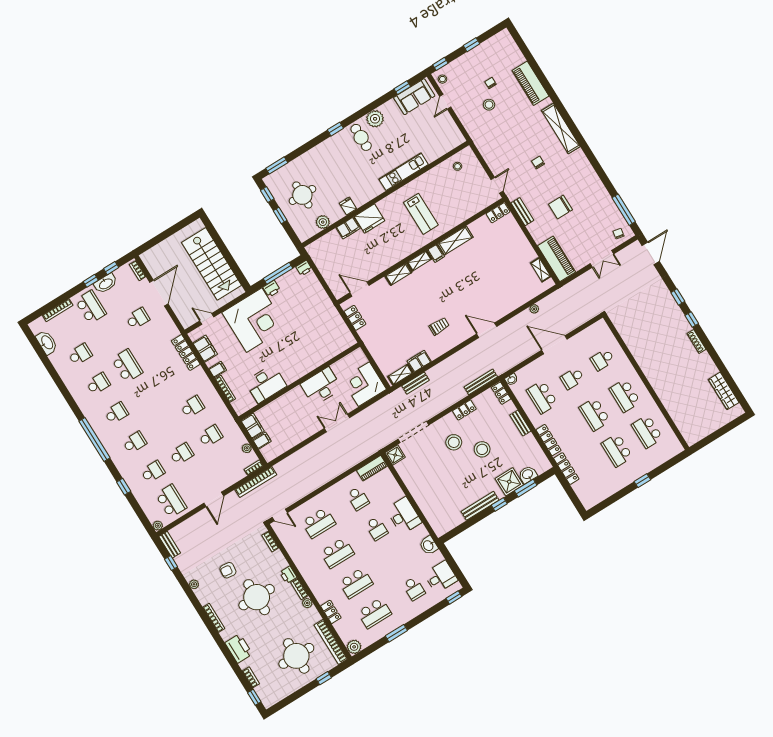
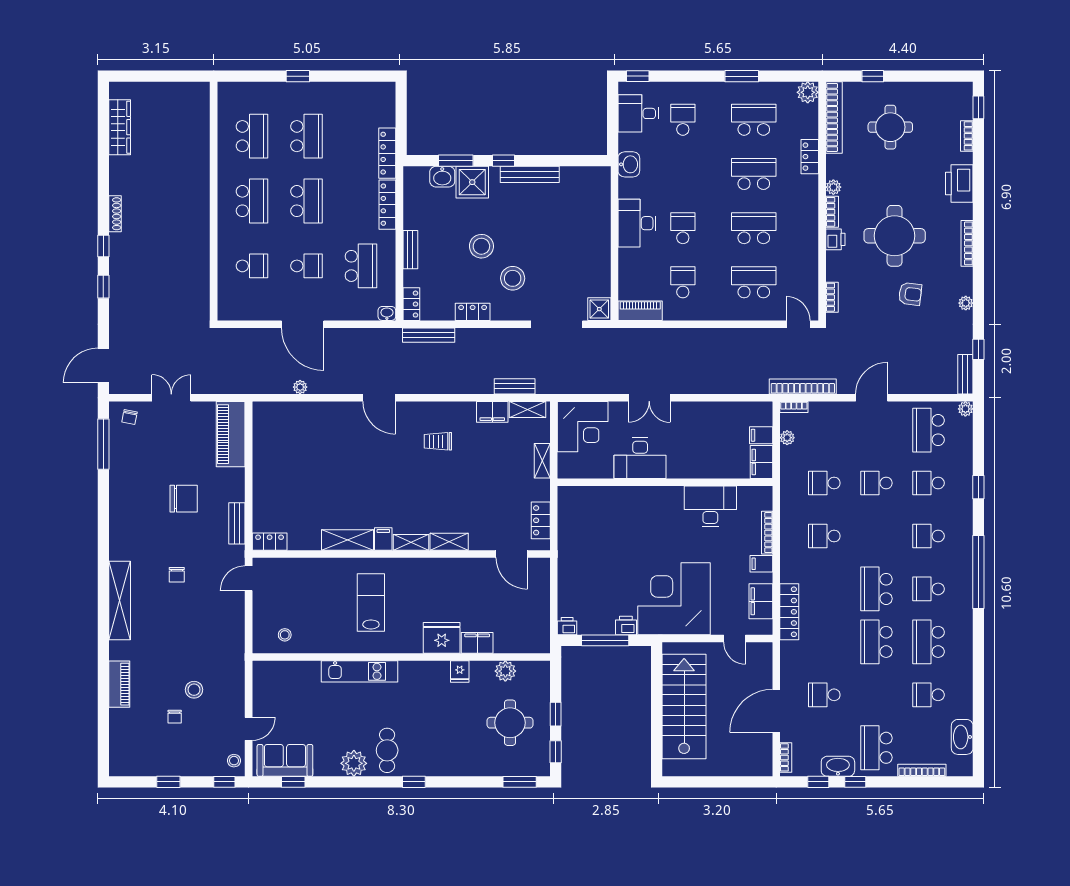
piano: (530, 83) -> (119, 684), width x0.73, depth x0.75
shelving: (541, 270) -> (542, 461), moved
school desk: (98, 384) -> (928, 642), width x1.85
school desk: (145, 395) -> (876, 589), added
round table: (296, 656) -> (890, 127), width x0.73, depth x0.73

